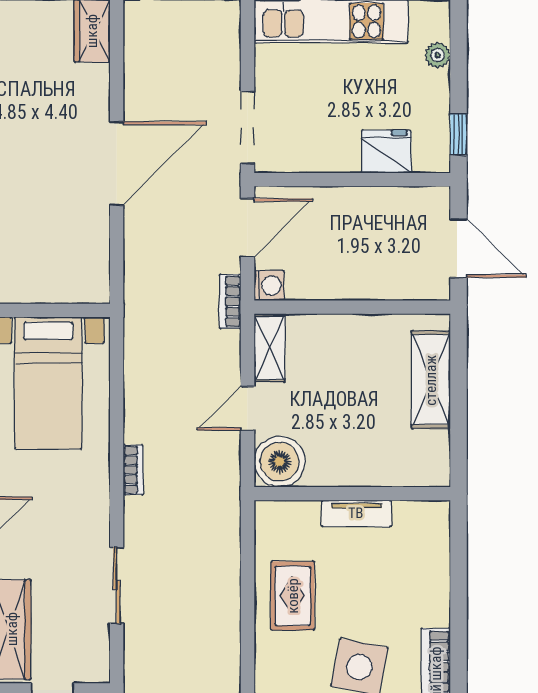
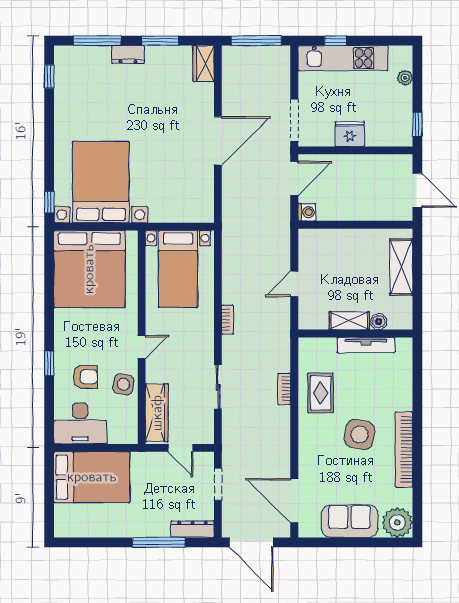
fridge: (386, 152) -> (350, 134), moved
bookcase: (230, 301) -> (284, 389), moved
shelving: (269, 348) -> (349, 321), moved, turned 90
boiler: (280, 462) -> (379, 322), moved, width x0.54, depth x0.54
tv unit: (356, 513) -> (366, 345), width x1.41

